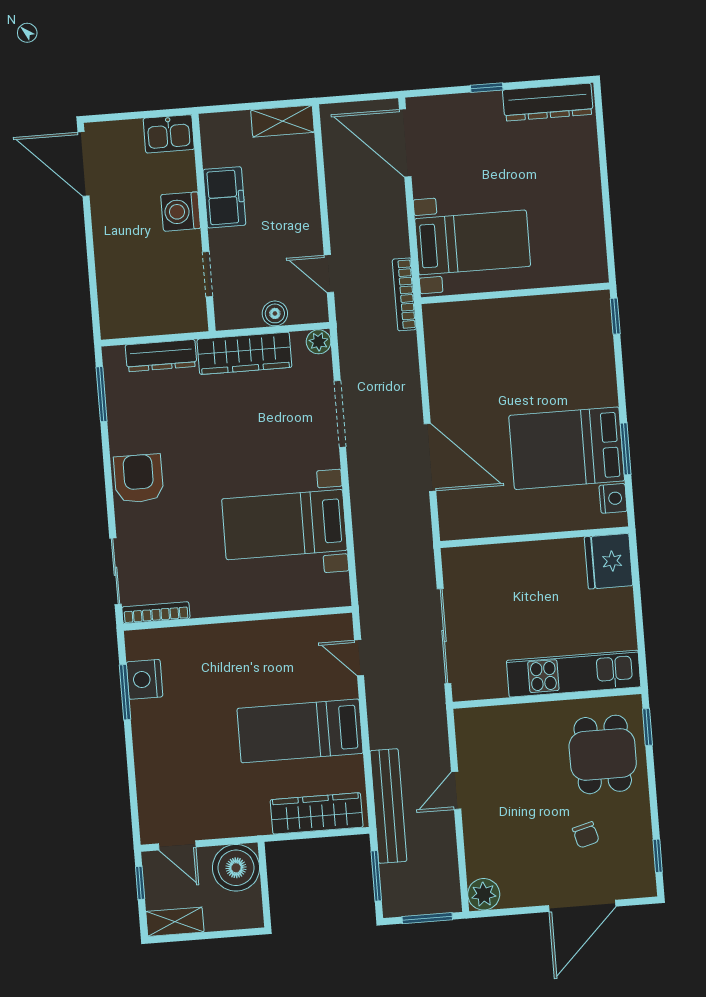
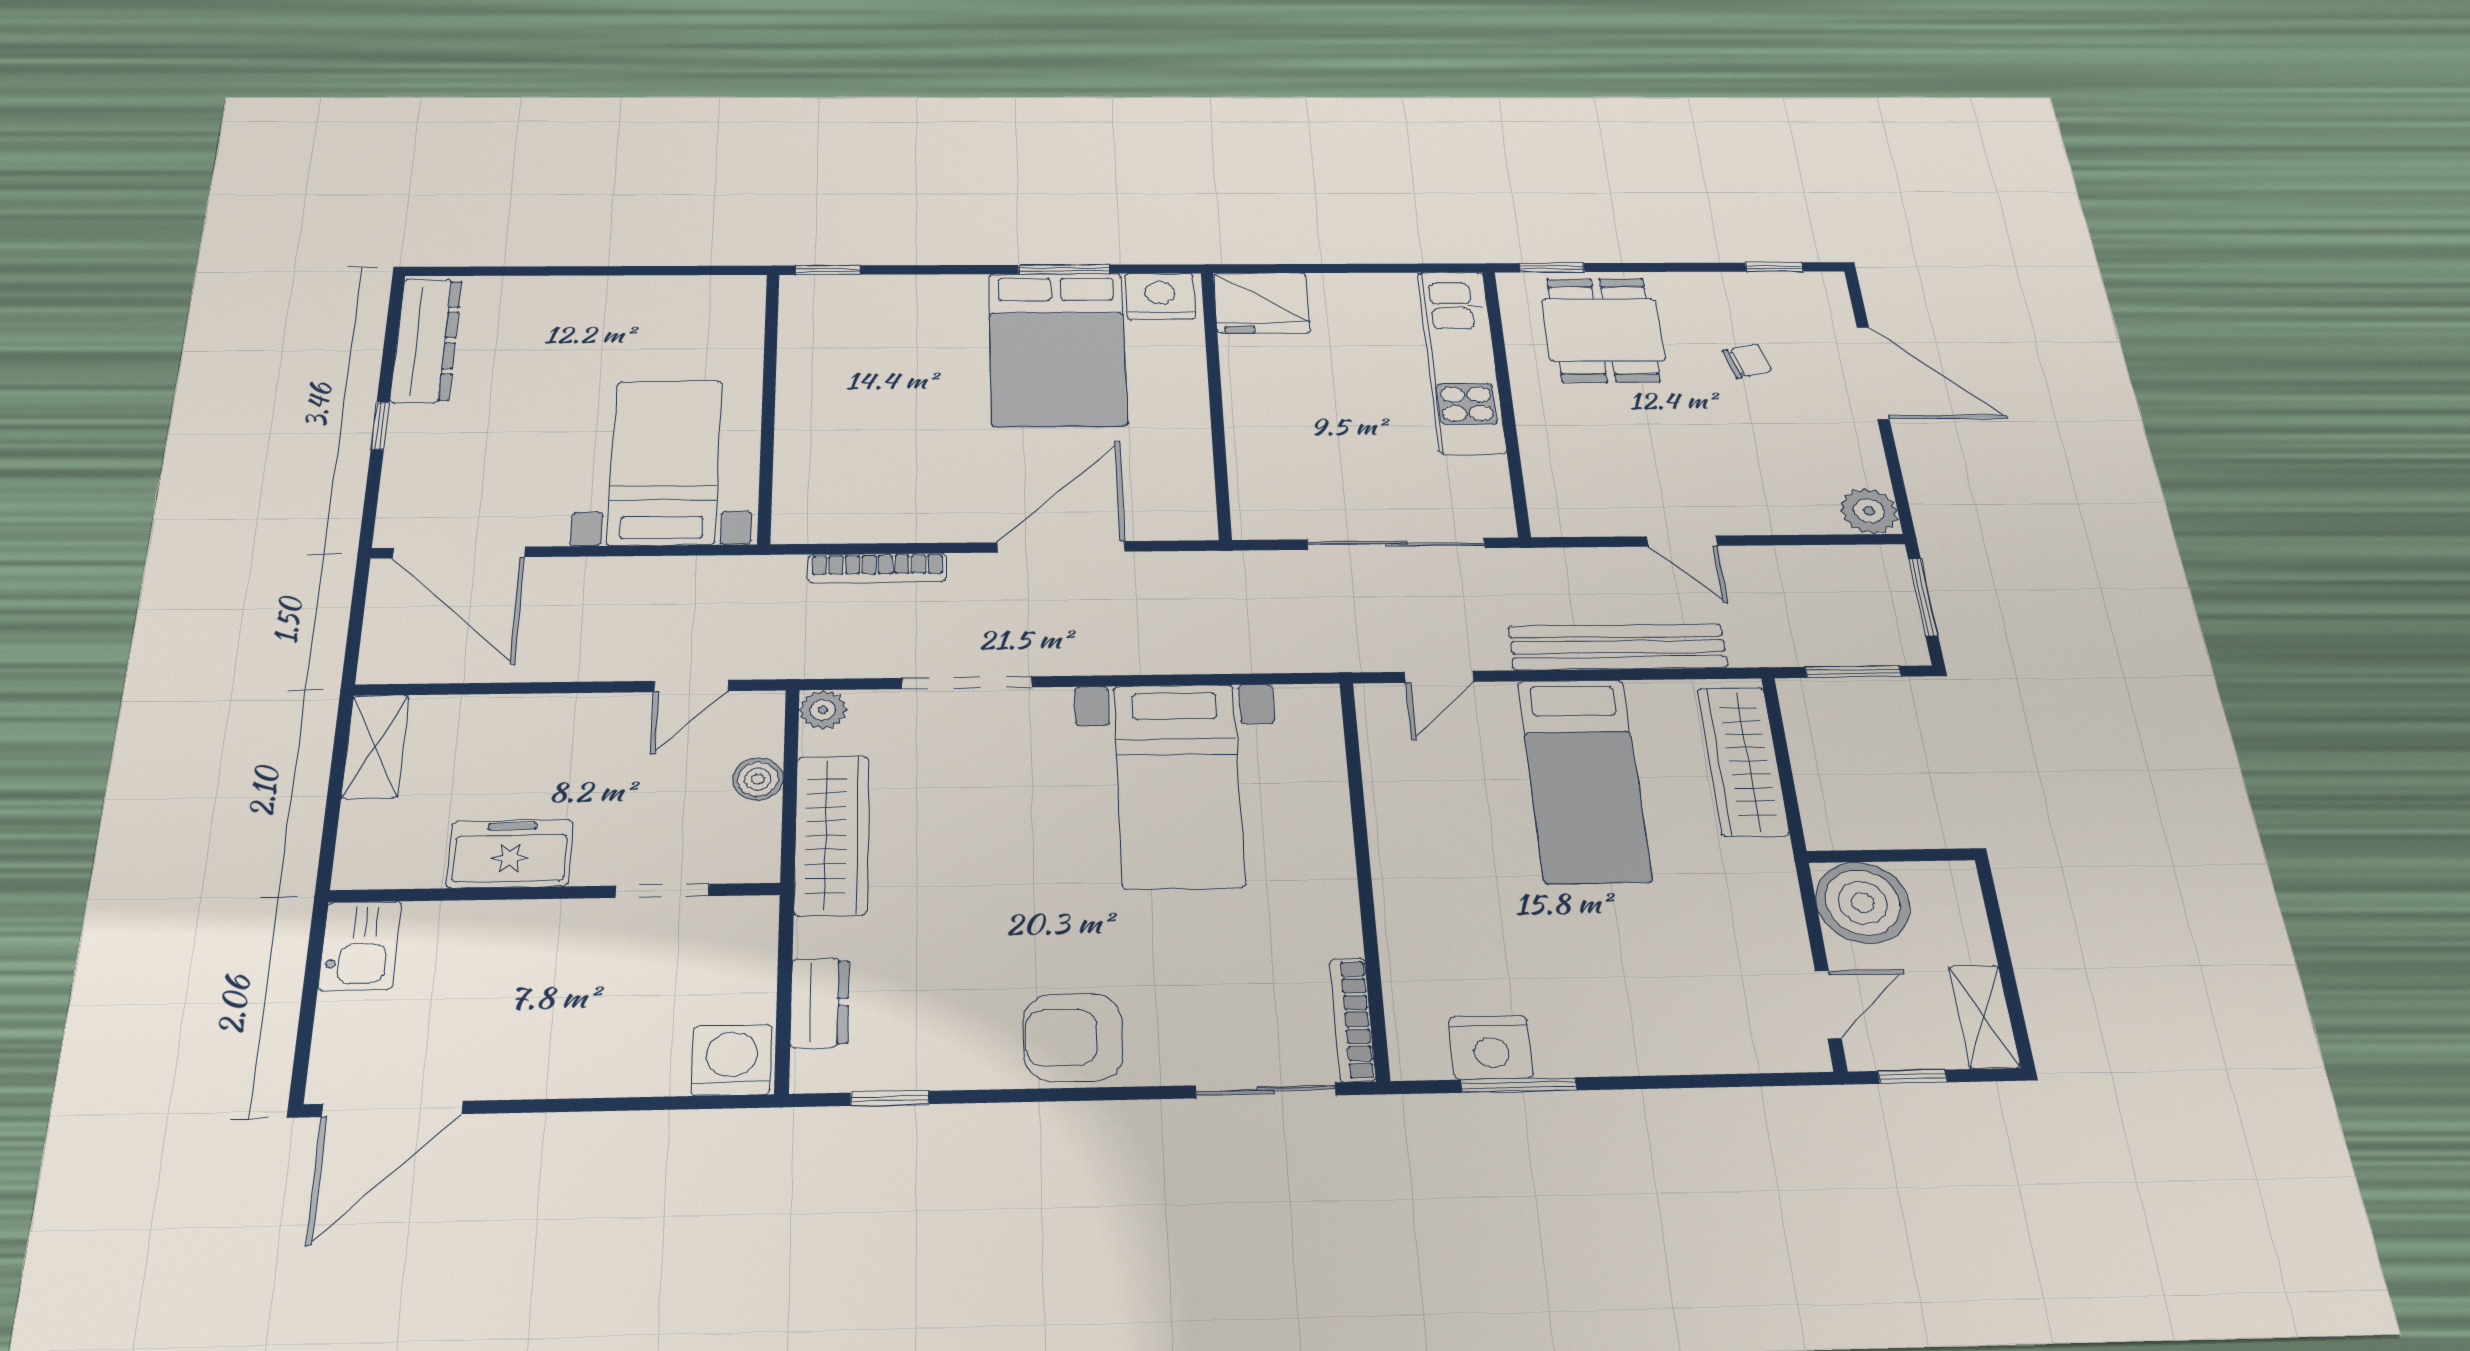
door: (405, 143) -> (459, 552), hinge flipped
washing machine: (181, 212) -> (732, 1060), moved, turned 180
bookcase: (404, 294) -> (877, 568), moved
dresser: (161, 356) -> (820, 1003), width x0.70
window: (102, 394) -> (890, 1098), width x0.67
nightstand: (613, 498) -> (1160, 297), width x1.36, depth x1.33
dining table: (603, 754) -> (1603, 330), turned 90
bench: (388, 806) -> (1618, 647), moved

